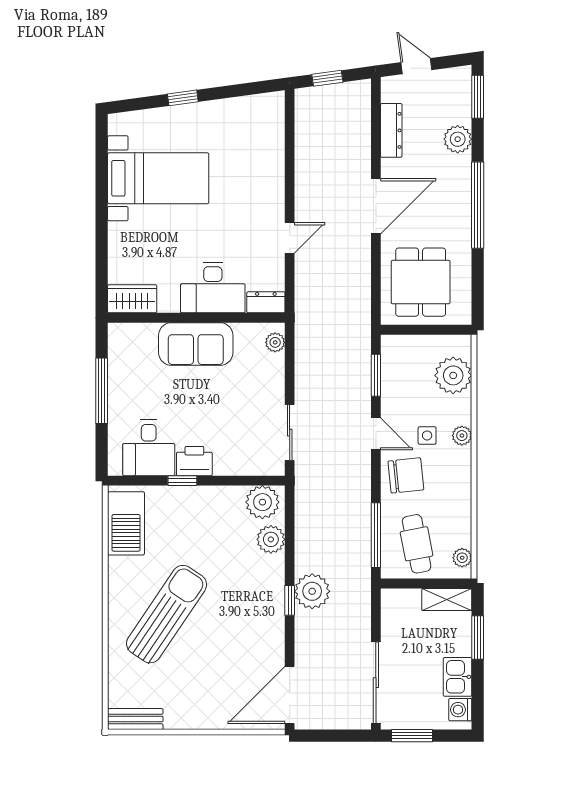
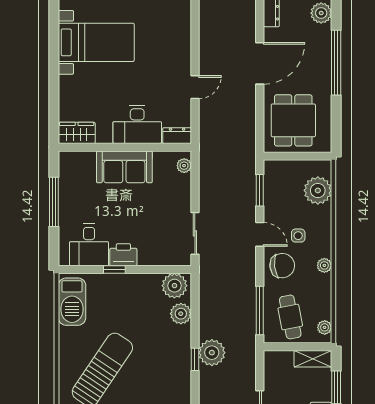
plant: (462, 436) -> (324, 265), moved

